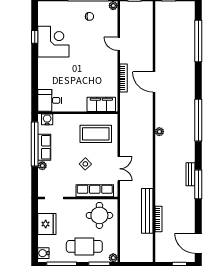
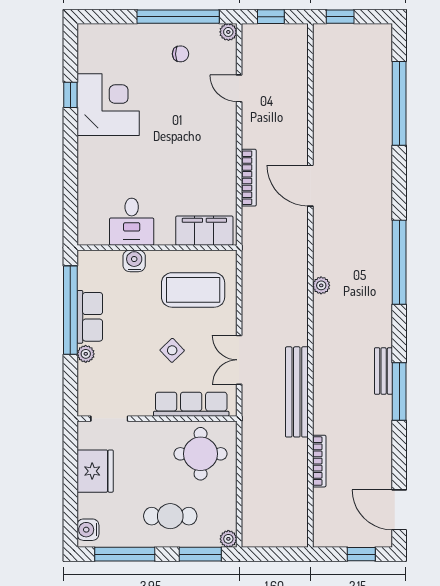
door: (119, 44) -> (239, 88), moved
desk: (50, 100) -> (132, 222), moved, turned -90
water cooler: (47, 119) -> (134, 261), moved
double door: (119, 169) -> (239, 360), swing flipped
bench: (147, 211) -> (297, 392), moved
cafe table: (84, 246) -> (170, 516), width x0.73, depth x0.74

